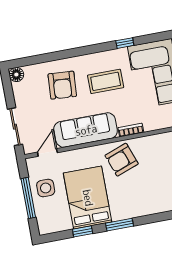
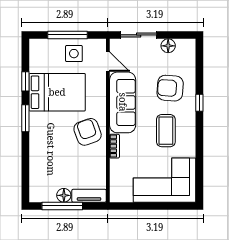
window: (125, 43) -> (199, 103), moved
floor lamp: (16, 75) -> (168, 46), moved

